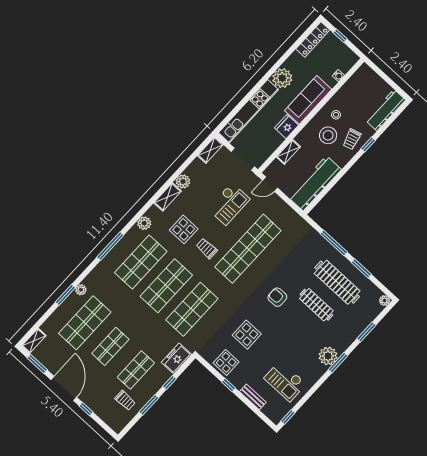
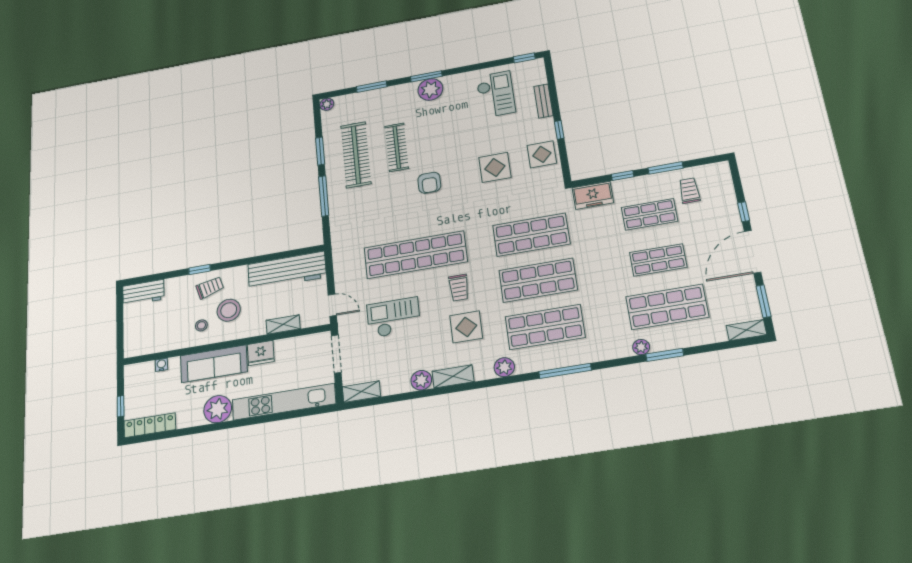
workbench: (385, 110) -> (143, 293), width x0.73

